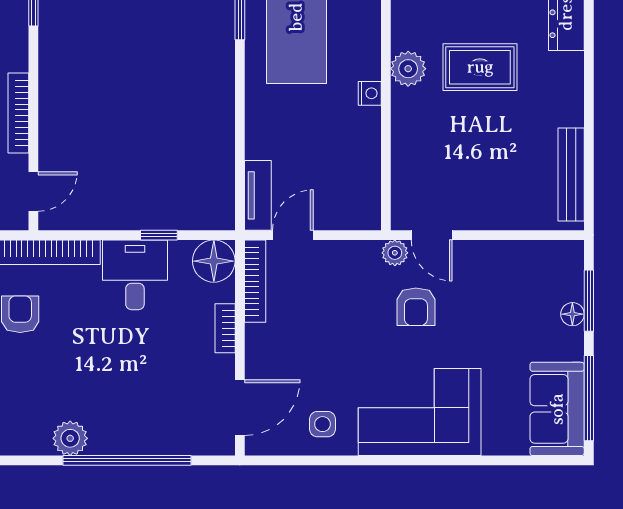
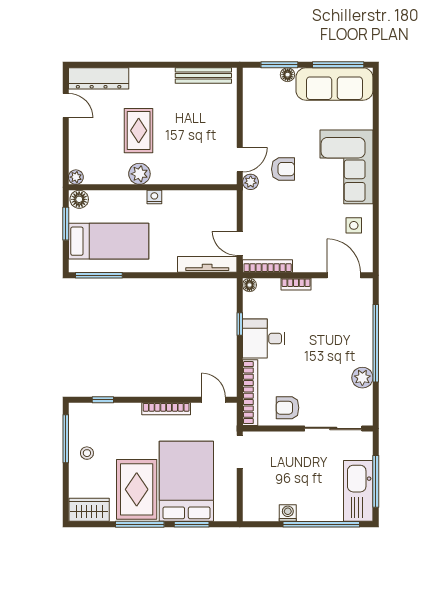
tv unit: (258, 195) -> (207, 264), width x1.41
floor lamp: (214, 261) -> (249, 285), width x0.53, depth x0.53
sofa: (557, 409) -> (334, 84), width x1.36

